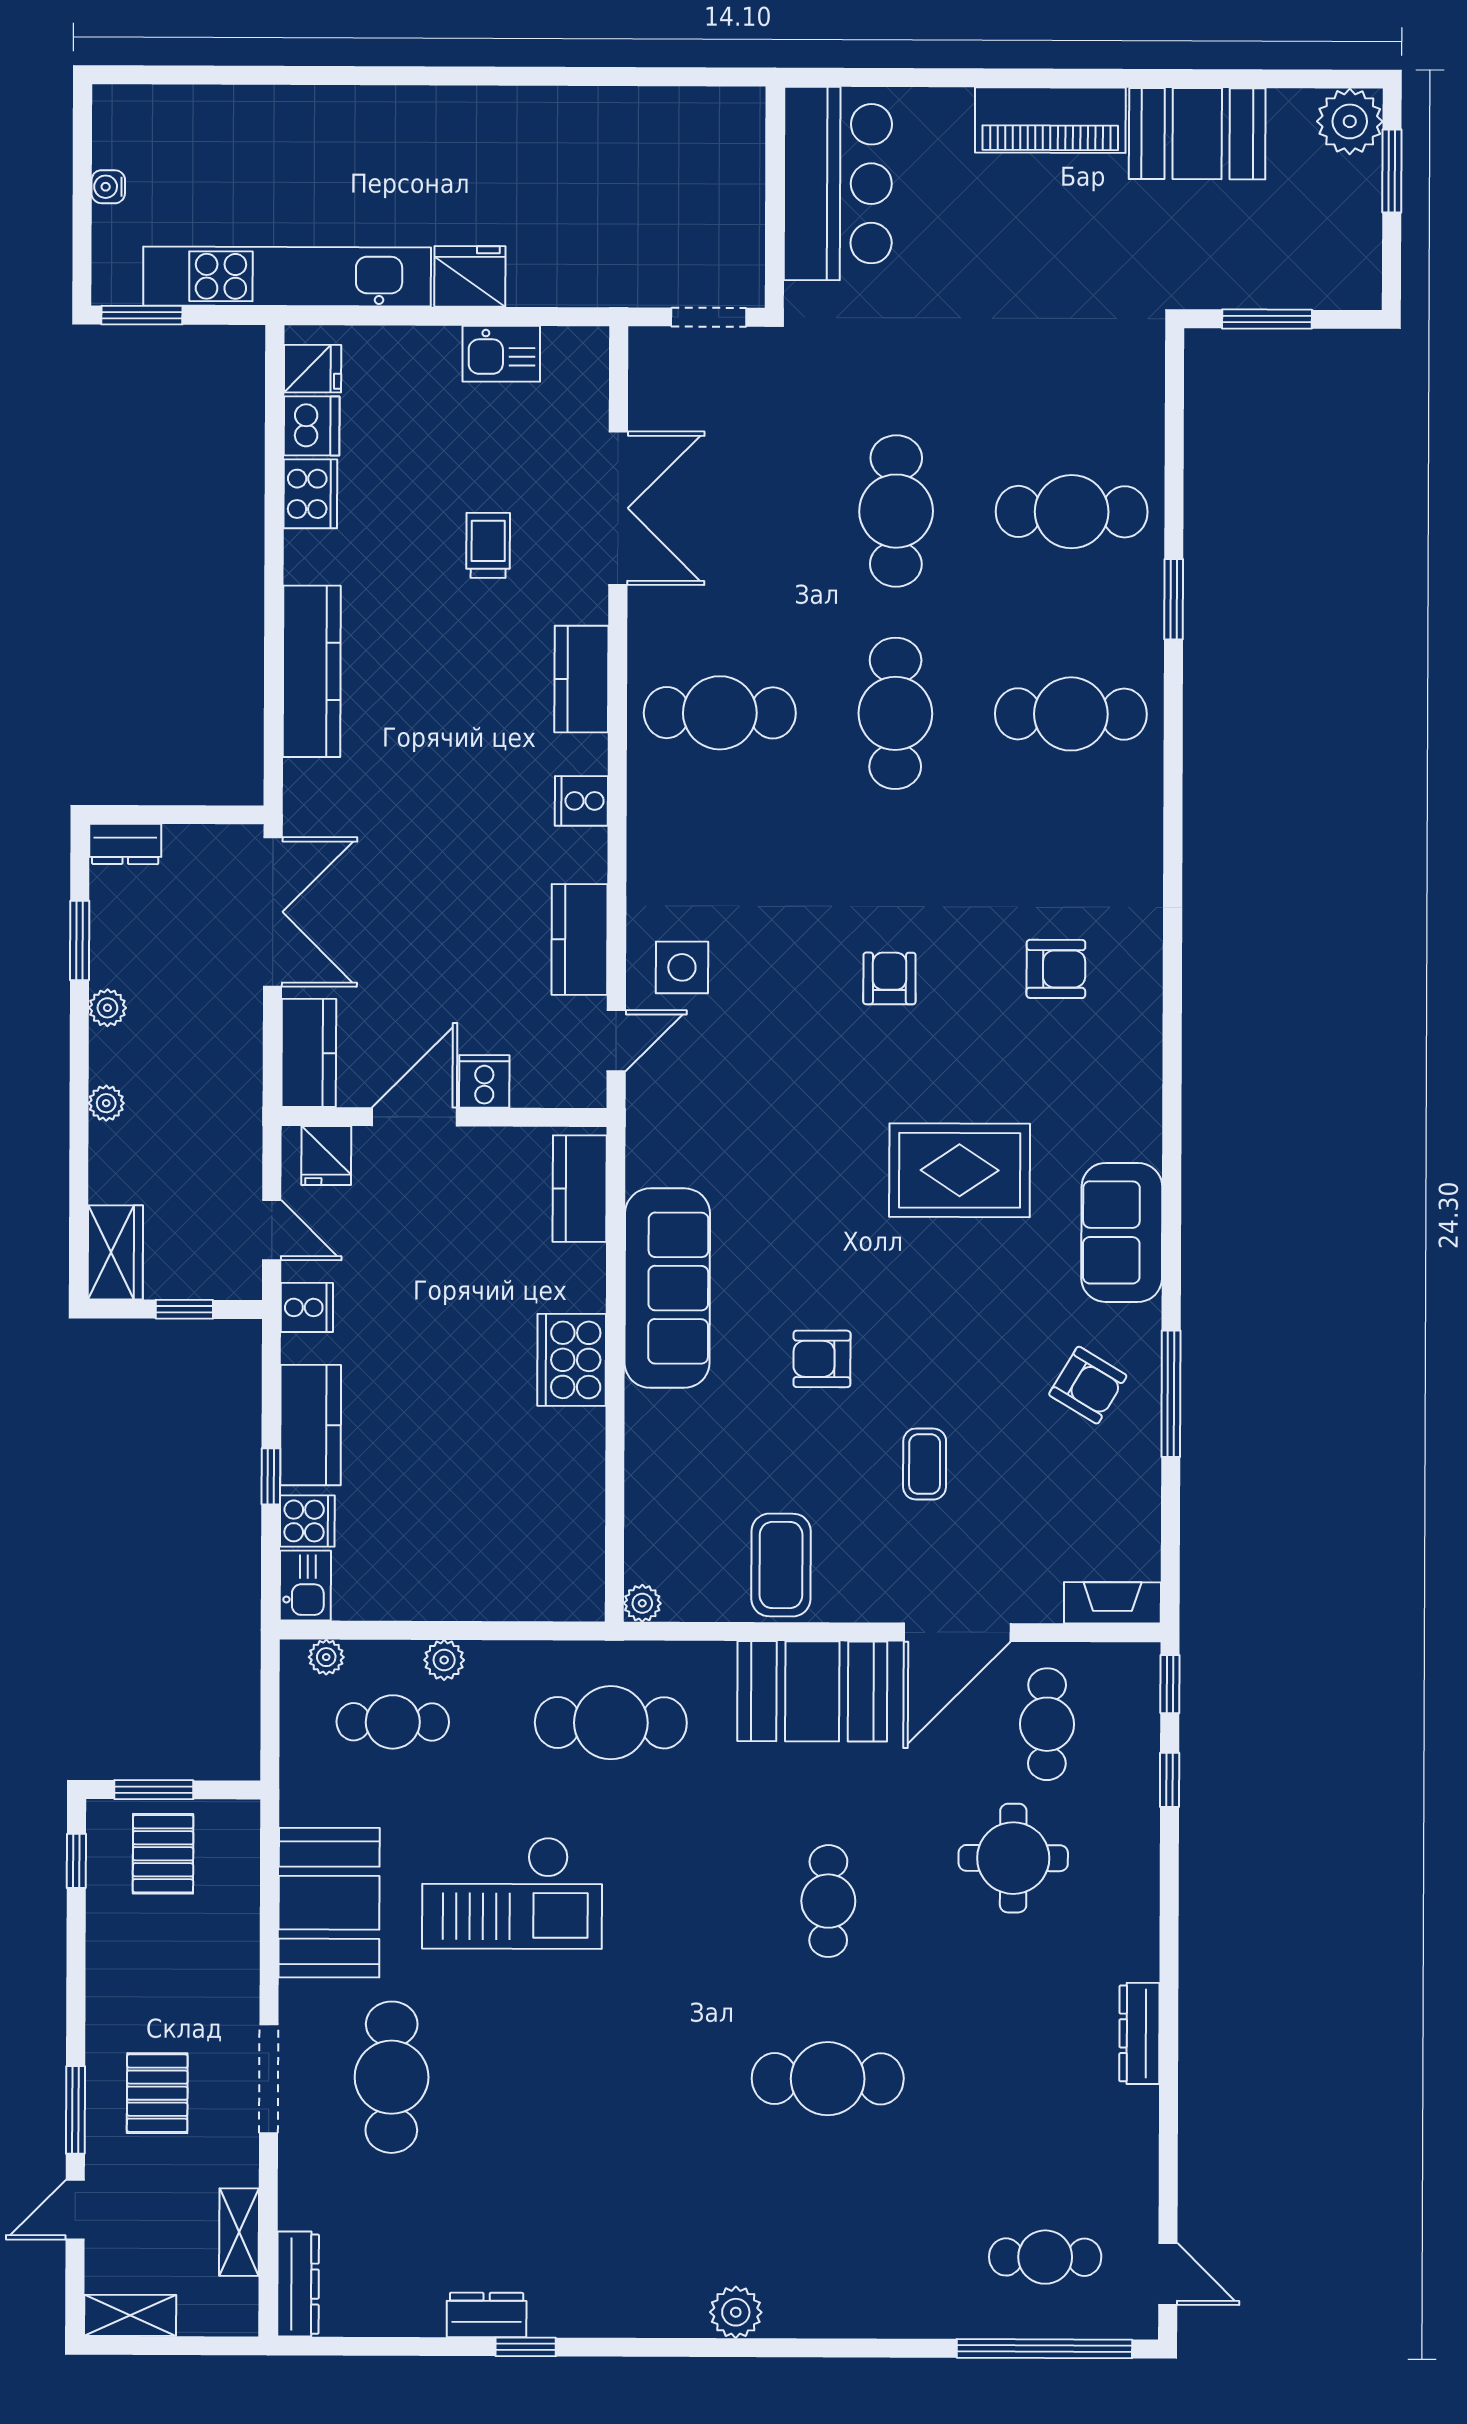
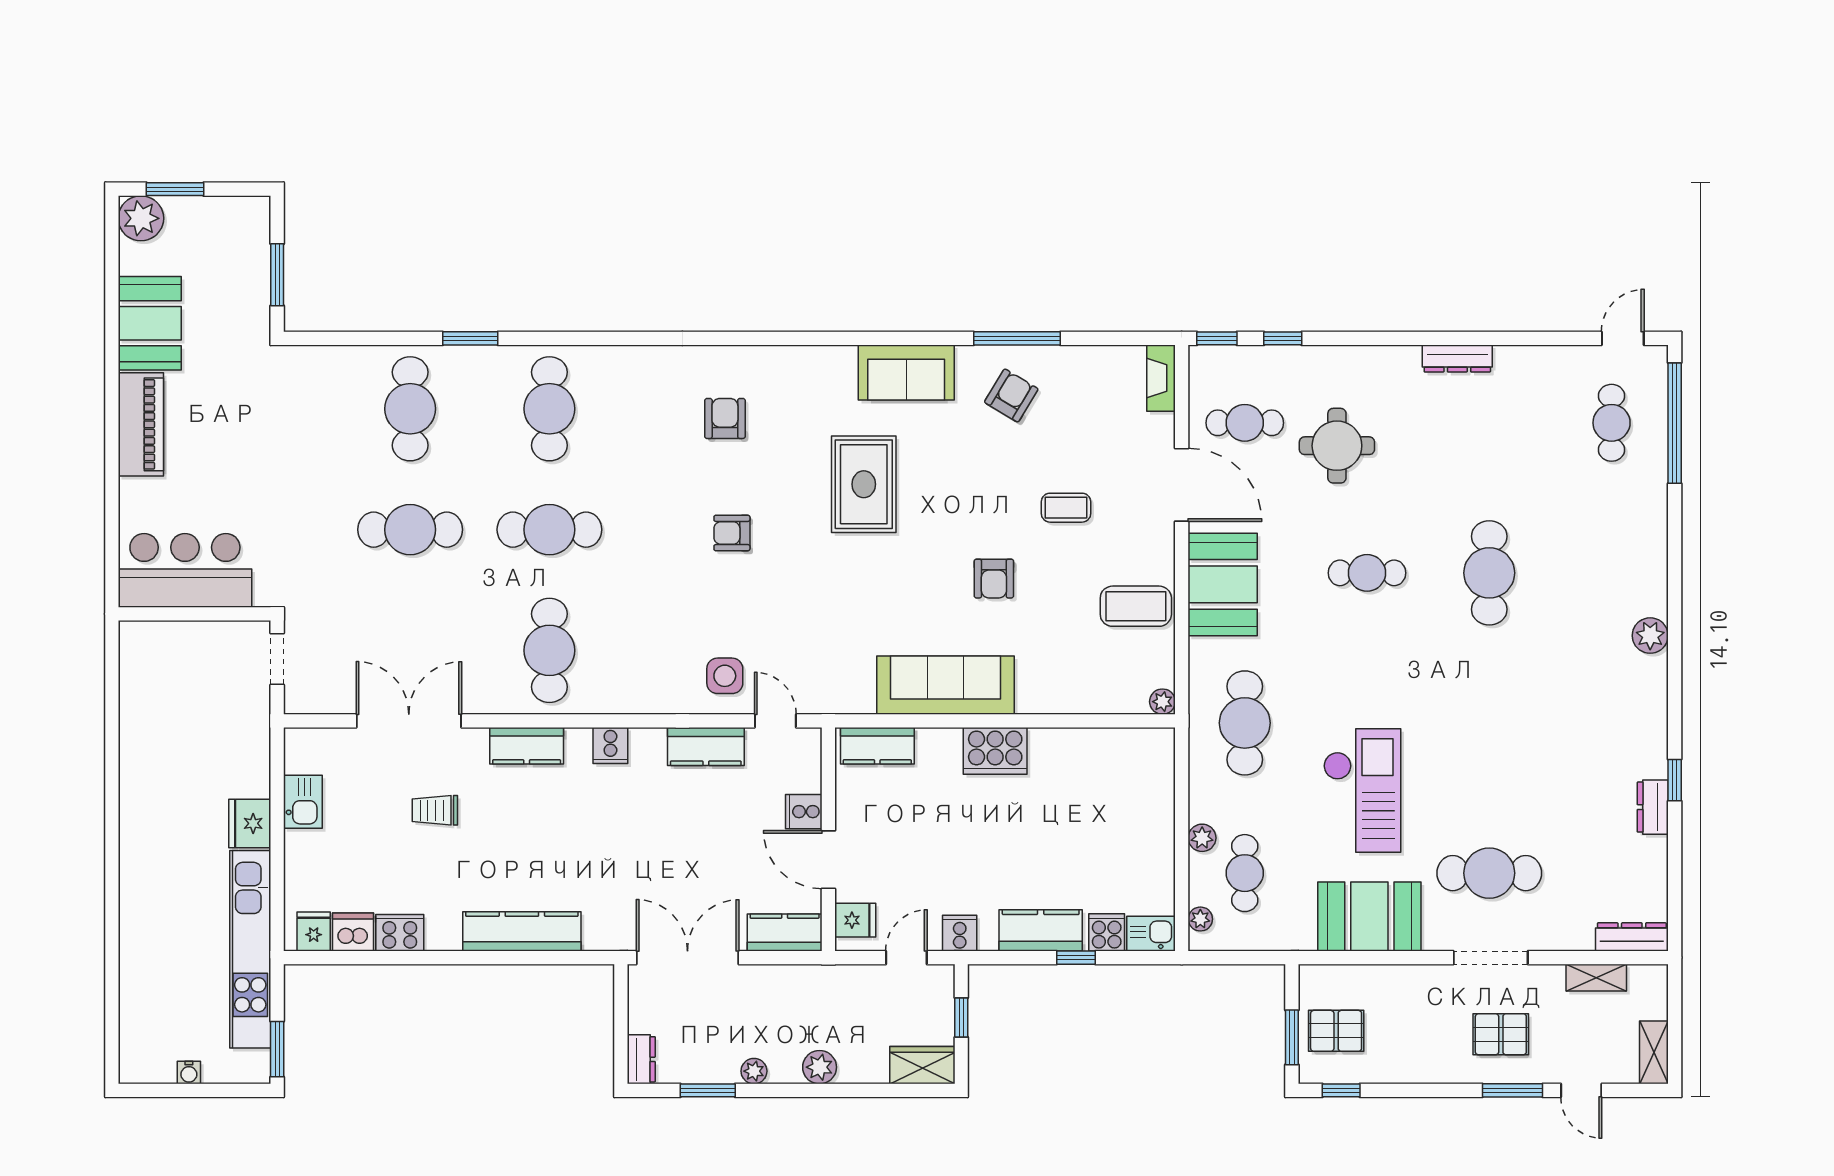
plant: (106, 1103) -> (820, 1067), width x1.38, depth x1.38

